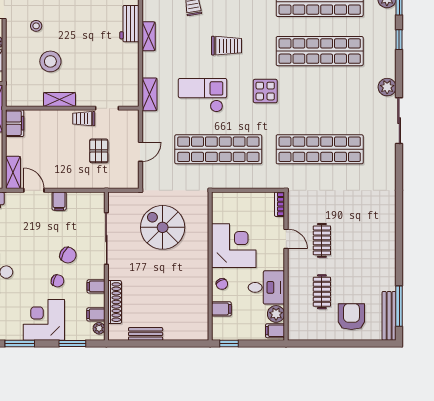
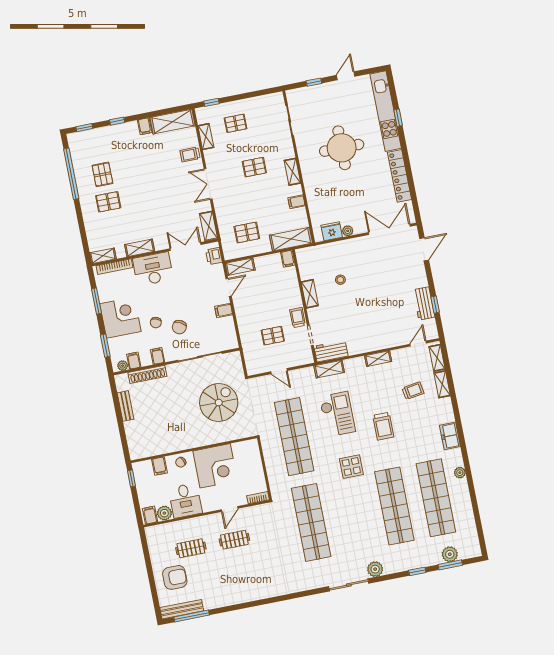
workbench: (129, 24) -> (331, 351), moved
stool: (36, 26) -> (368, 262), removed
stool: (50, 61) -> (340, 280), width x0.53, depth x0.53
filing cabinet: (15, 123) -> (288, 259), width x0.50

